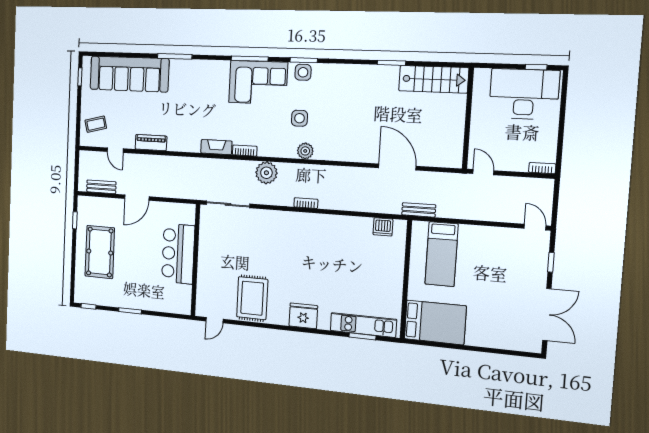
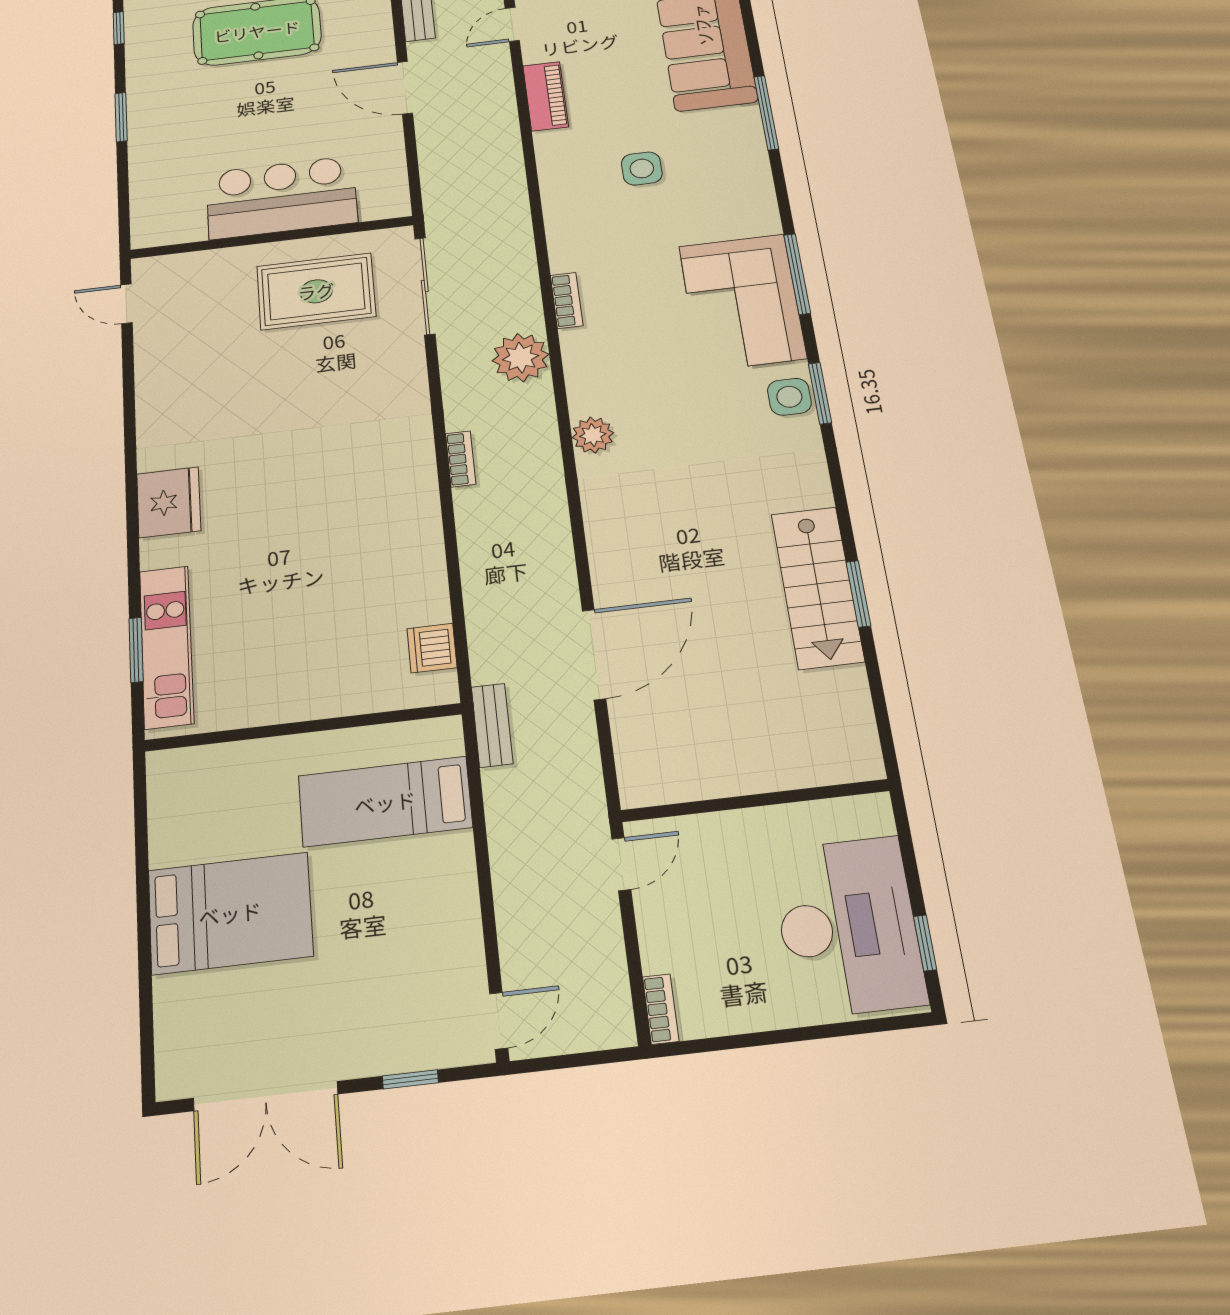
stairs: (434, 79) -> (817, 587), moved
side table: (299, 118) -> (642, 169), moved
fireplace: (216, 147) -> (563, 237), removed
rug: (252, 298) -> (316, 291), moved
bed: (435, 322) -> (230, 913), moved, turned -90

